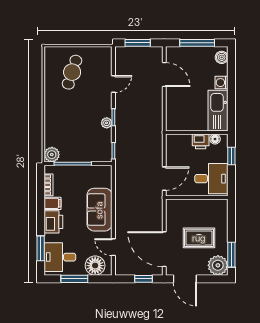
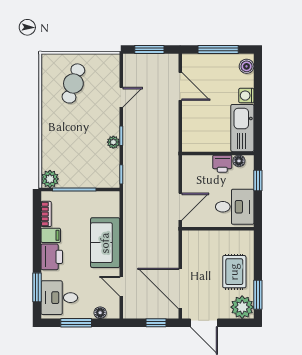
rug: (199, 238) -> (234, 272), moved, turned 90
floor lamp: (95, 266) -> (100, 313), width x0.53, depth x0.53

